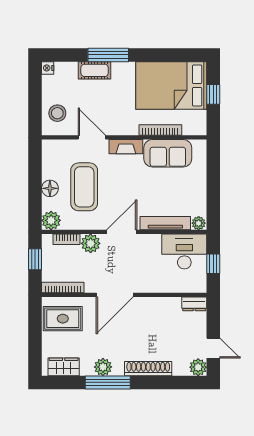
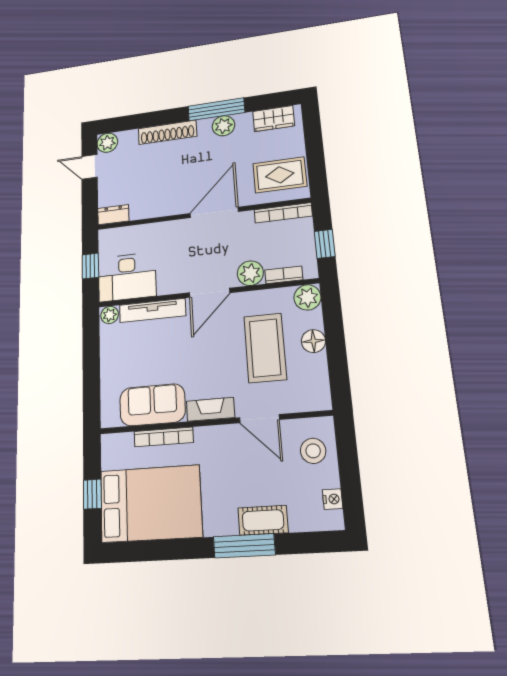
nightstand: (48, 68) -> (333, 499), moved

